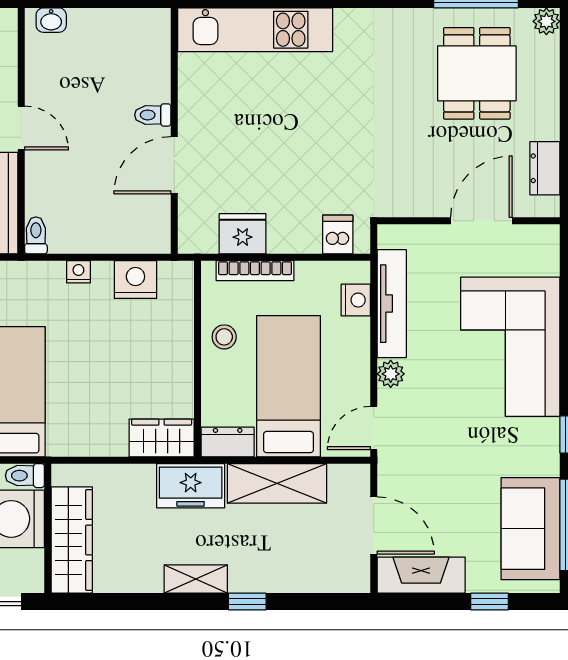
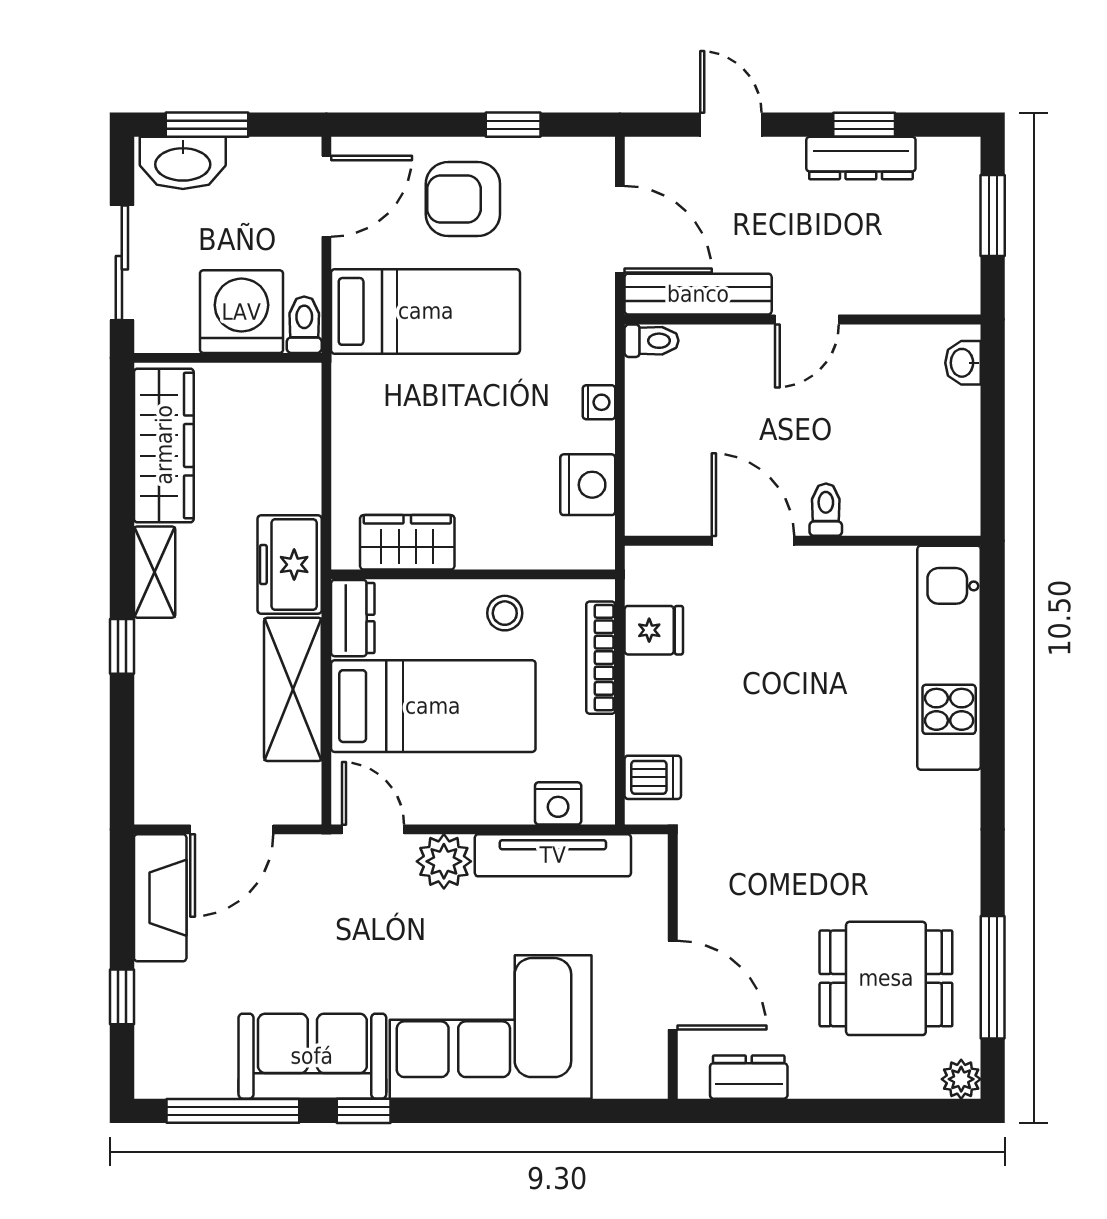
fridge: (243, 234) -> (654, 630), width x0.72
plant: (391, 374) -> (444, 861), width x1.38, depth x1.38
wardrobe: (162, 438) -> (407, 542), moved, turned -90
sofa: (531, 529) -> (312, 1056), moved
wardrobe: (72, 540) -> (164, 445), moved, turned -90

